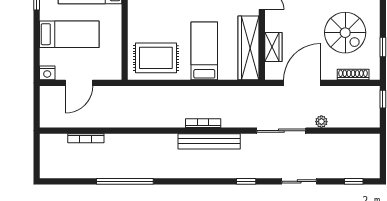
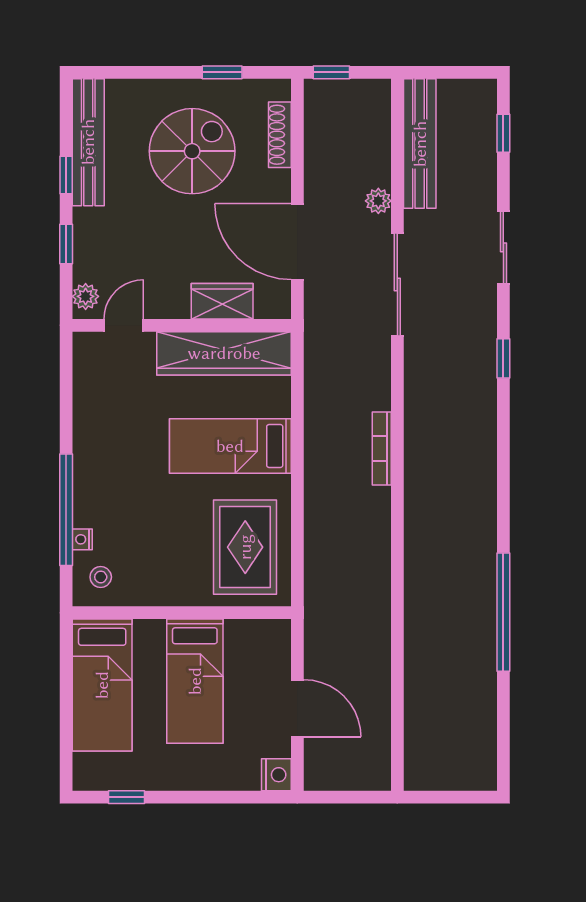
bed: (69, 34) -> (195, 681), moved, turned 180
bookcase: (86, 138) -> (413, 694), removed
bench: (209, 141) -> (420, 144), moved

